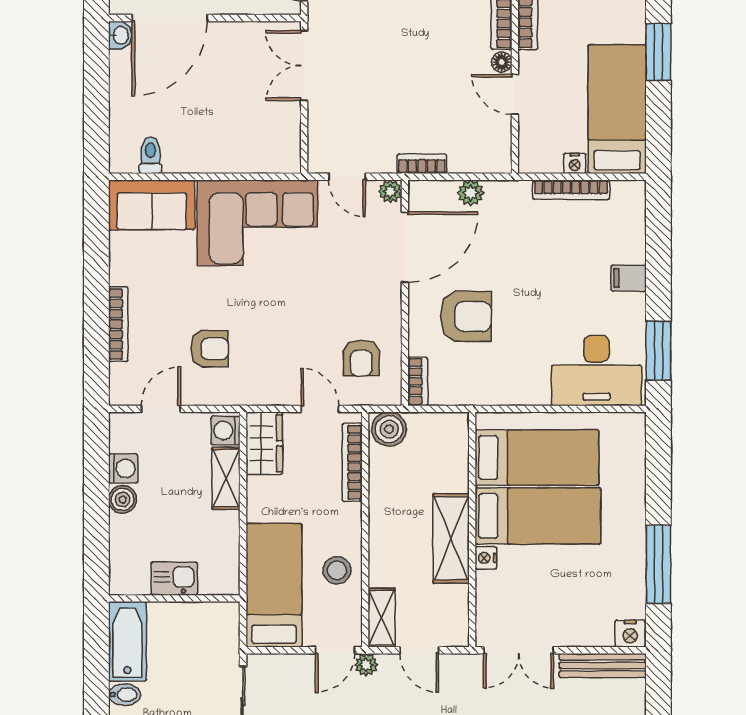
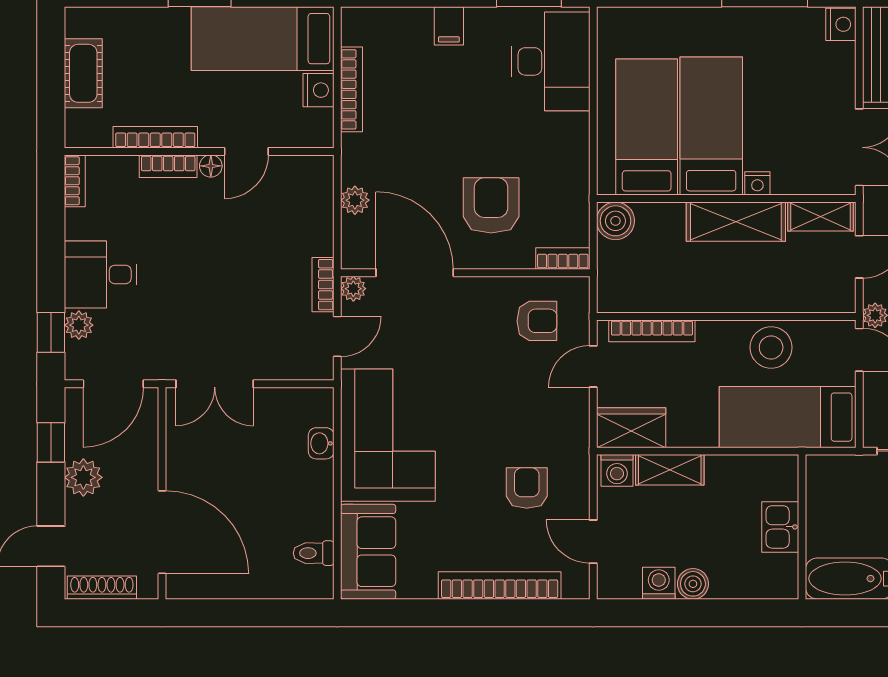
washbasin: (120, 35) -> (321, 443), moved, turned -90
nightstand: (575, 163) -> (318, 90), width x1.39, depth x1.35
bookcase: (422, 164) -> (323, 285), moved
bookcase: (118, 324) -> (500, 585), width x1.48, depth x1.31
boiler: (389, 429) -> (615, 221), moved
stool: (337, 570) -> (771, 347), width x1.38, depth x1.38
shelving: (382, 618) -> (821, 217), moved

